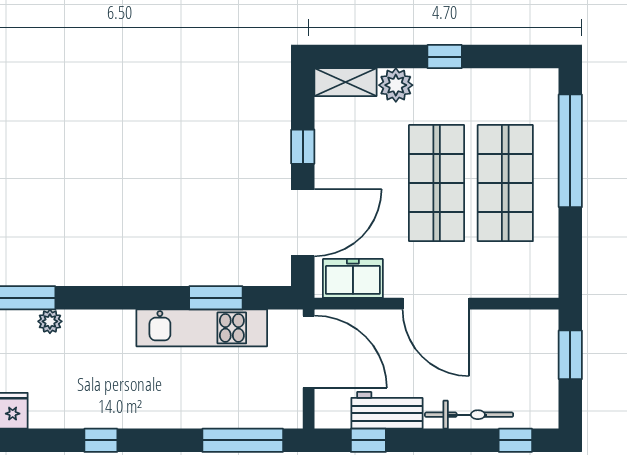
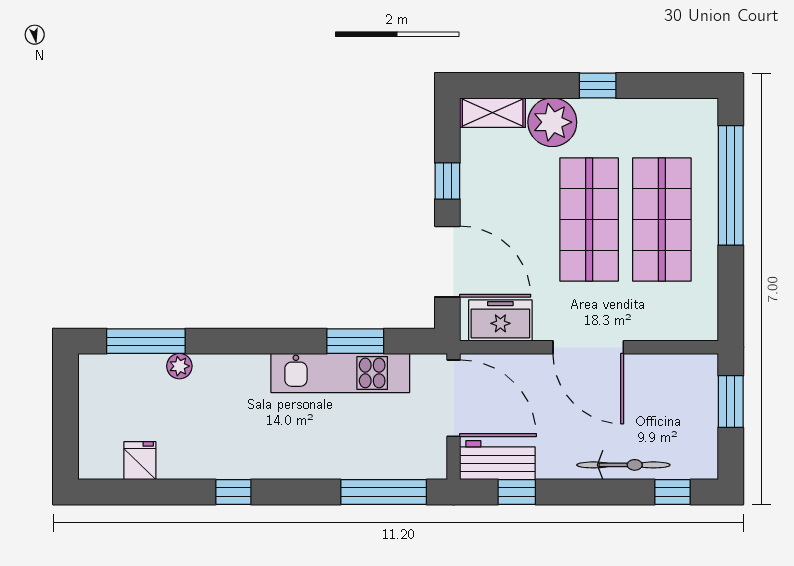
plant: (396, 85) -> (552, 122), width x1.36, depth x1.36
door: (303, 223) -> (447, 262), hinge flipped
workbench: (387, 410) -> (497, 460), moved

